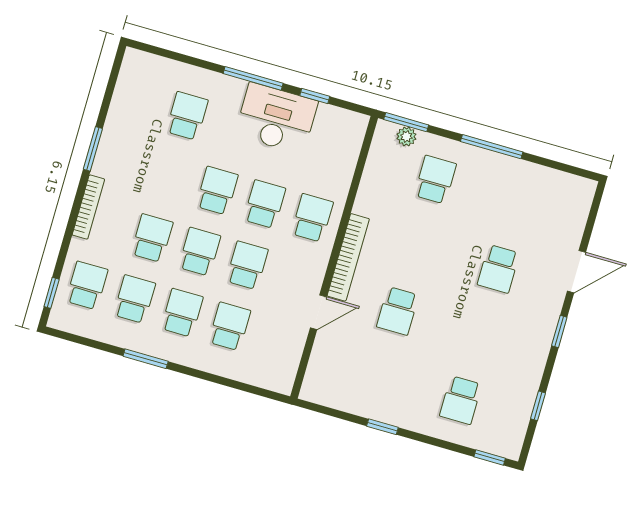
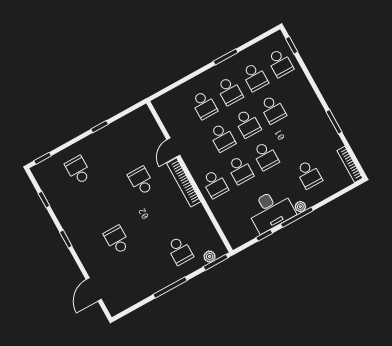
plant: (236, 87) -> (300, 207), added
bookcase: (88, 207) -> (350, 164), moved
door: (576, 272) -> (94, 289), moved

